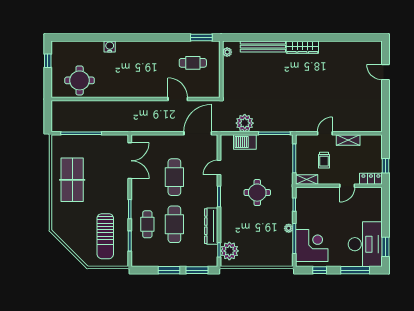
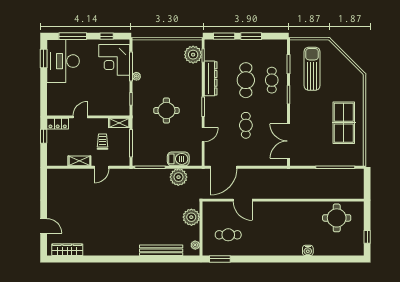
wardrobe: (302, 47) -> (67, 250), moved
plant: (231, 81) -> (191, 217), added
cafe table: (174, 177) -> (246, 125), width x0.73, depth x0.74

